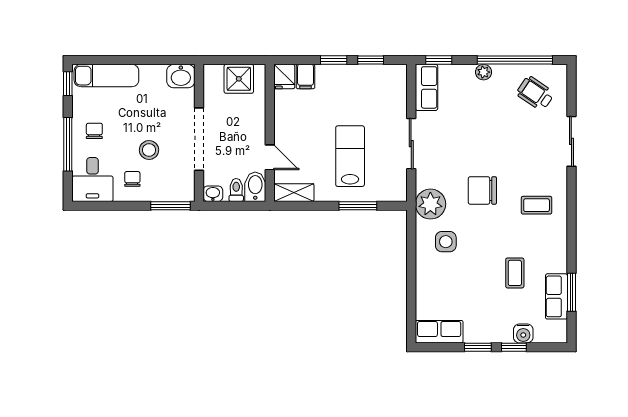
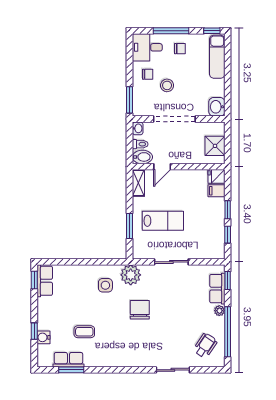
row of seats: (426, 87) -> (217, 289), moved, turned 90
coffee table: (537, 205) -> (130, 346), removed
window: (478, 347) -> (34, 280), moved

